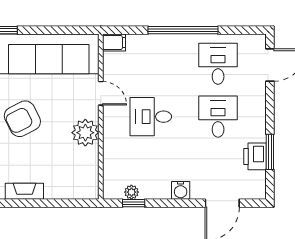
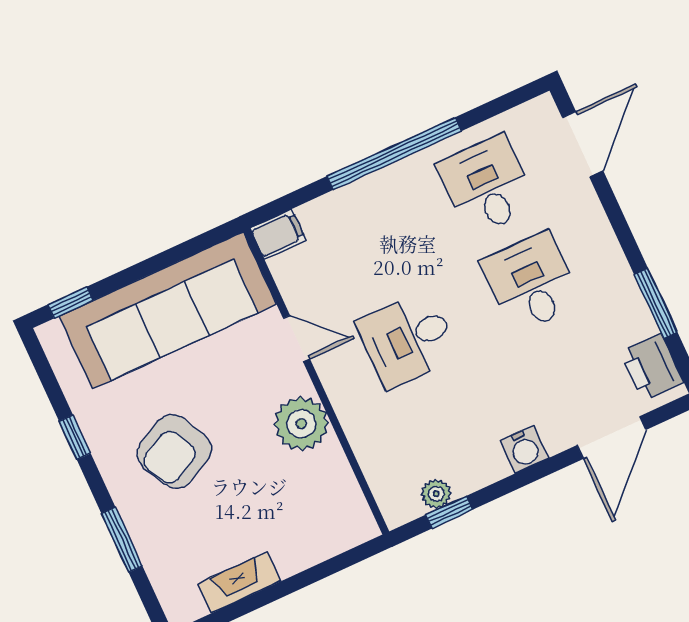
printer: (255, 156) -> (652, 367), moved

